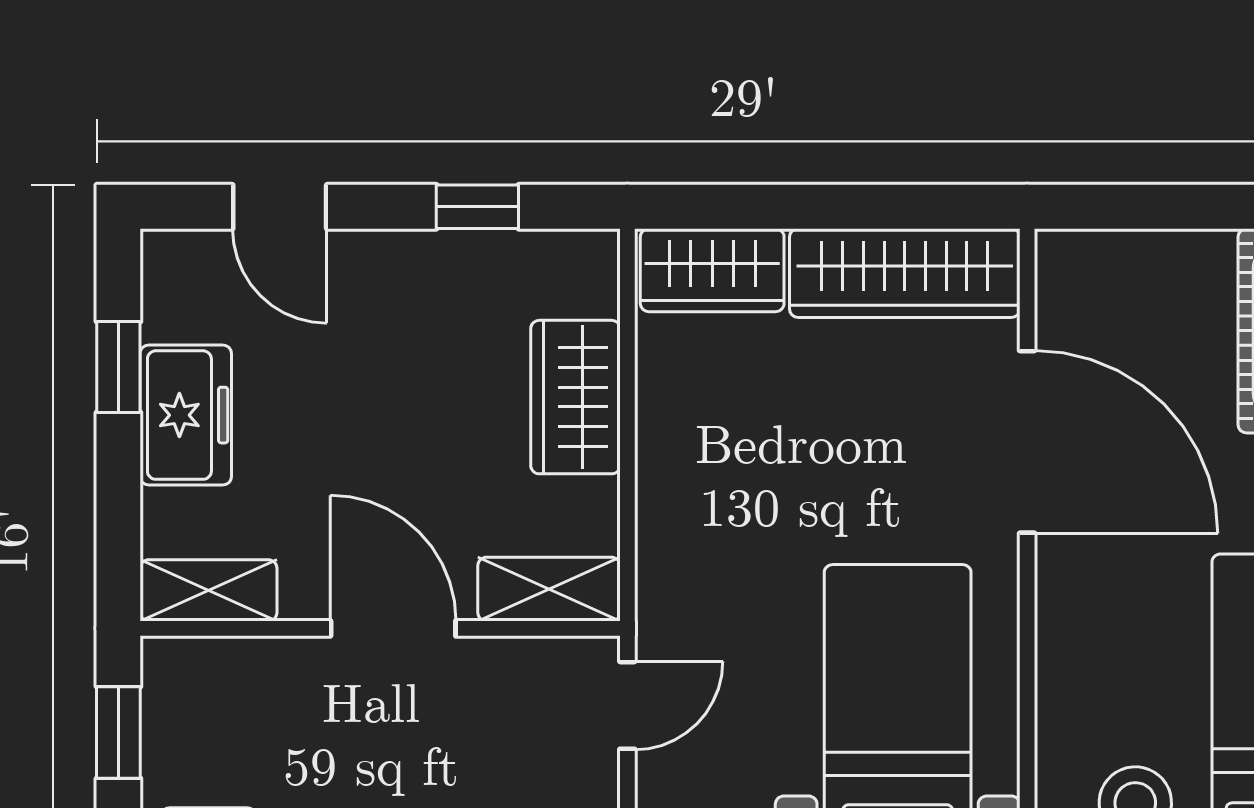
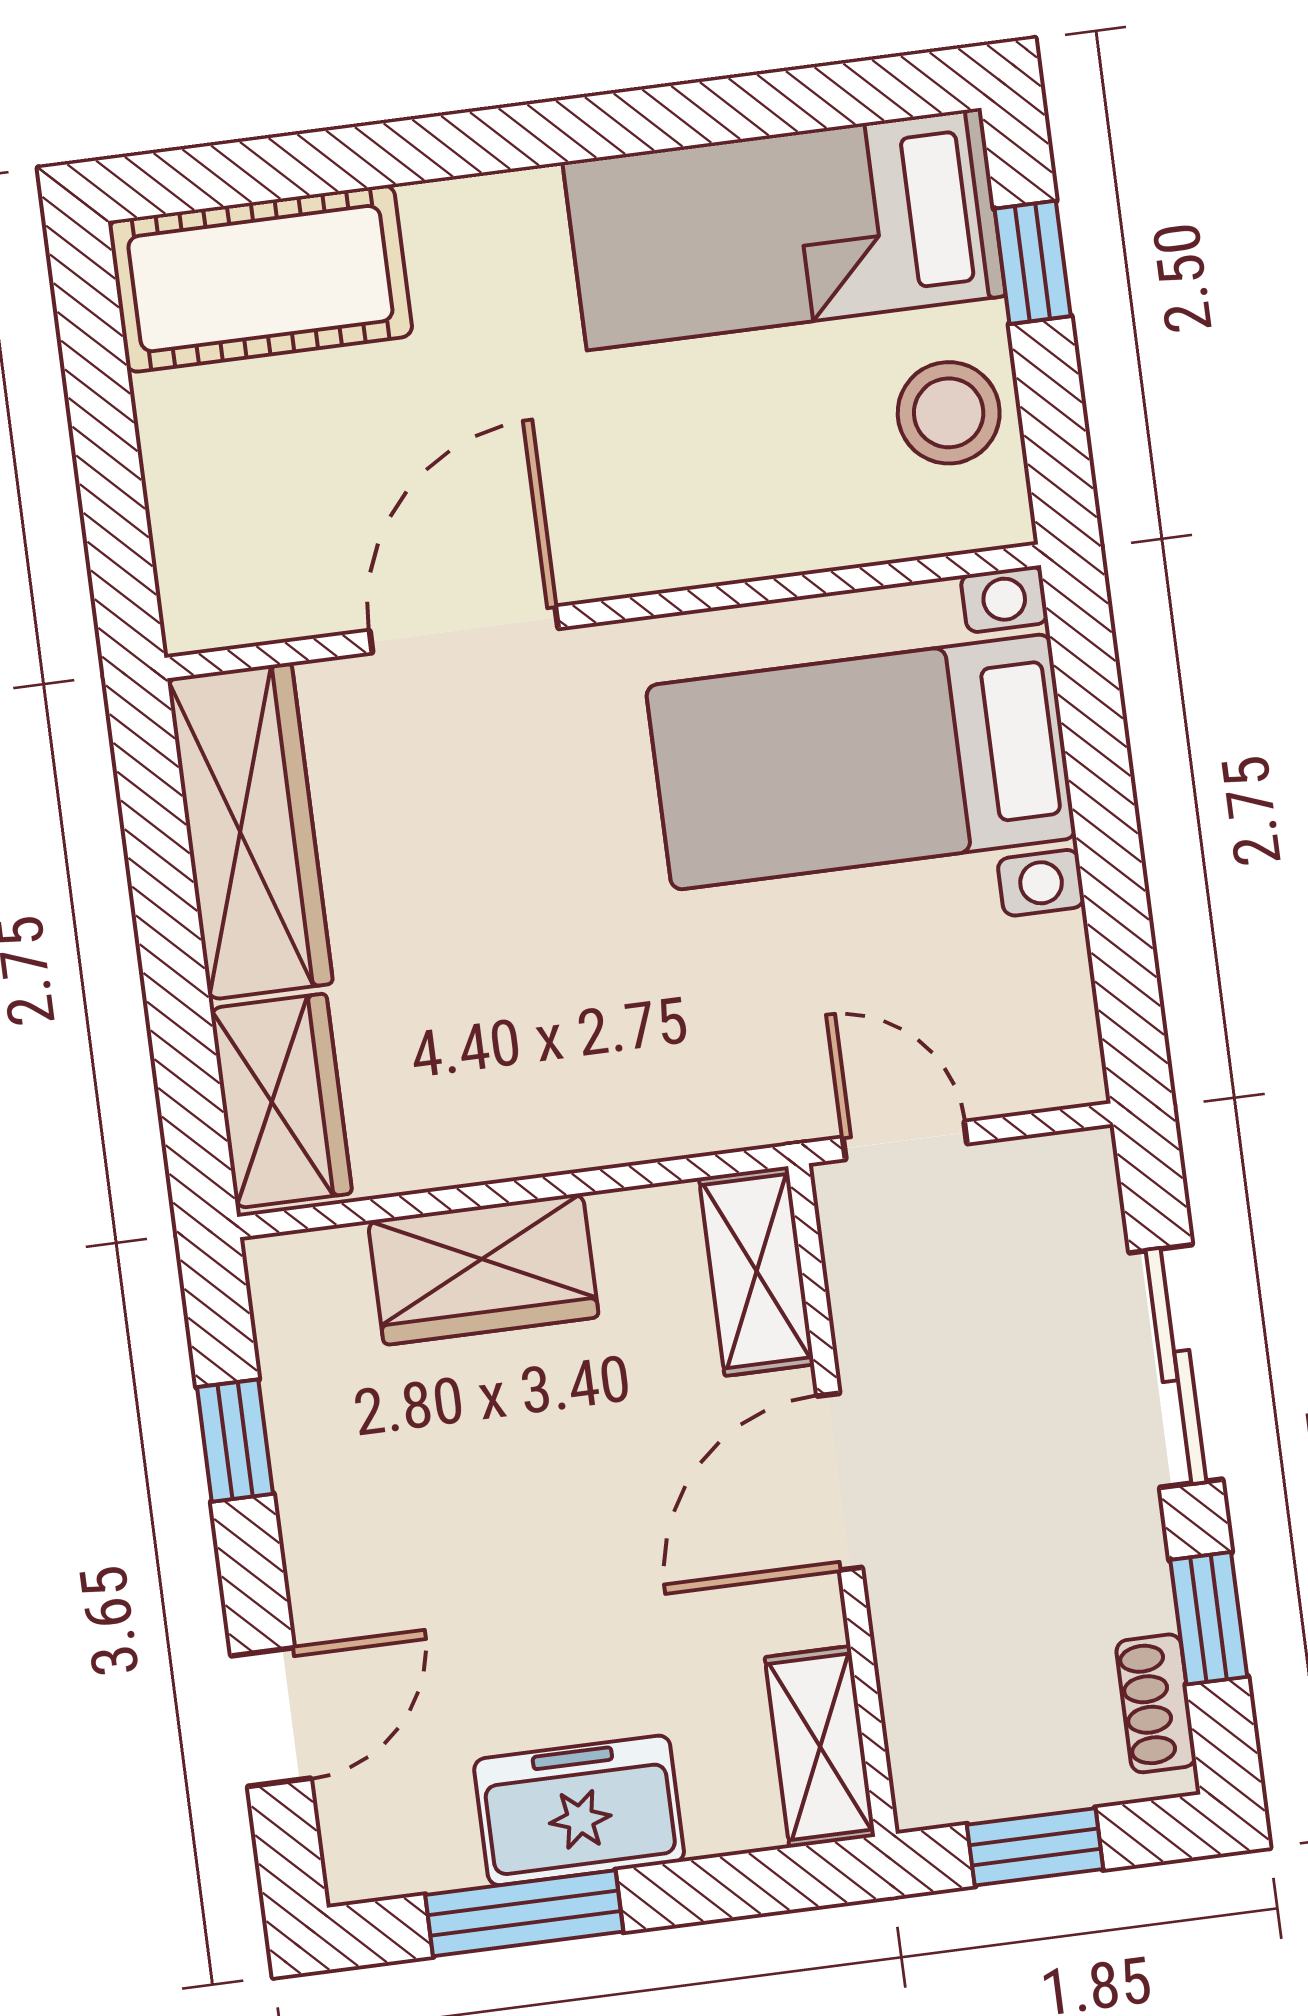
window: (118, 367) -> (524, 1913), width x1.50
door: (1027, 442) -> (464, 629), width x0.73

